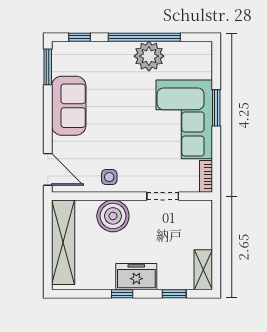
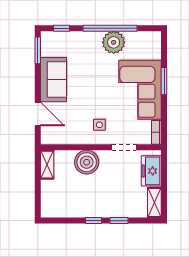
door: (48, 169) -> (38, 114), moved
side table: (109, 177) -> (99, 125), moved
shelving: (63, 242) -> (47, 165), width x0.45, depth x0.75
freezer: (136, 277) -> (151, 171), moved, turned -90
window: (174, 294) -> (119, 221), moved

